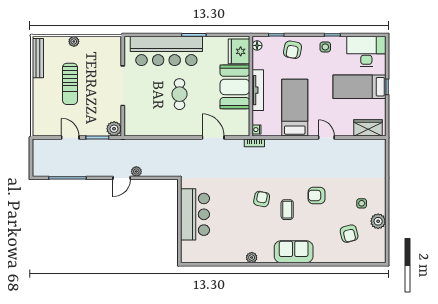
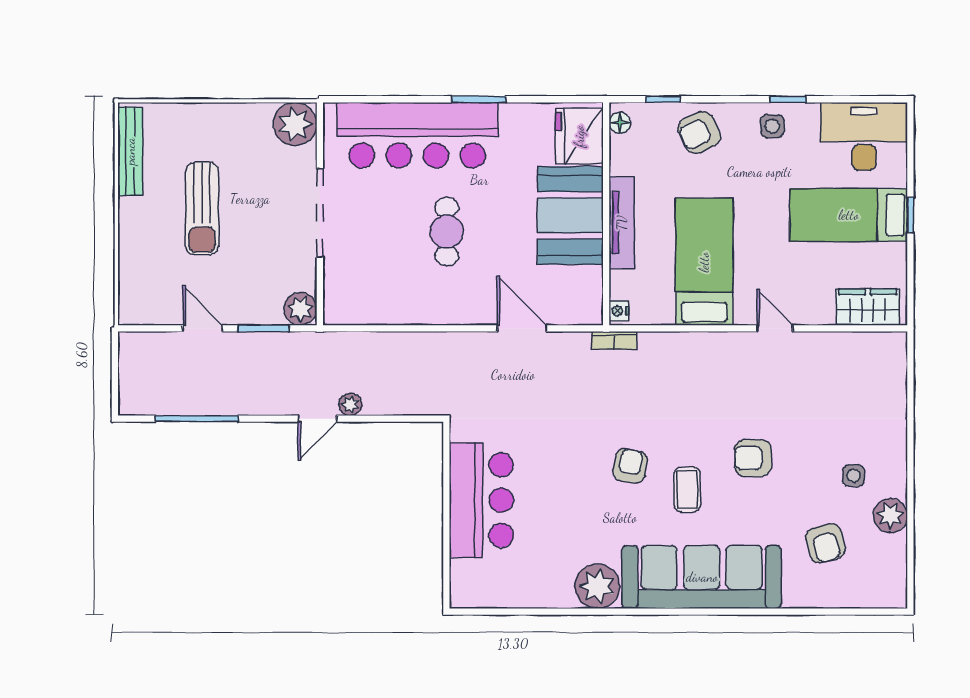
plant: (74, 41) -> (295, 124), moved, width x1.87, depth x1.87
armchair: (293, 50) -> (699, 132), turned 56
sofa: (294, 252) -> (702, 577), width x1.85, depth x1.27
plant: (252, 258) -> (597, 586), width x1.88, depth x1.88

